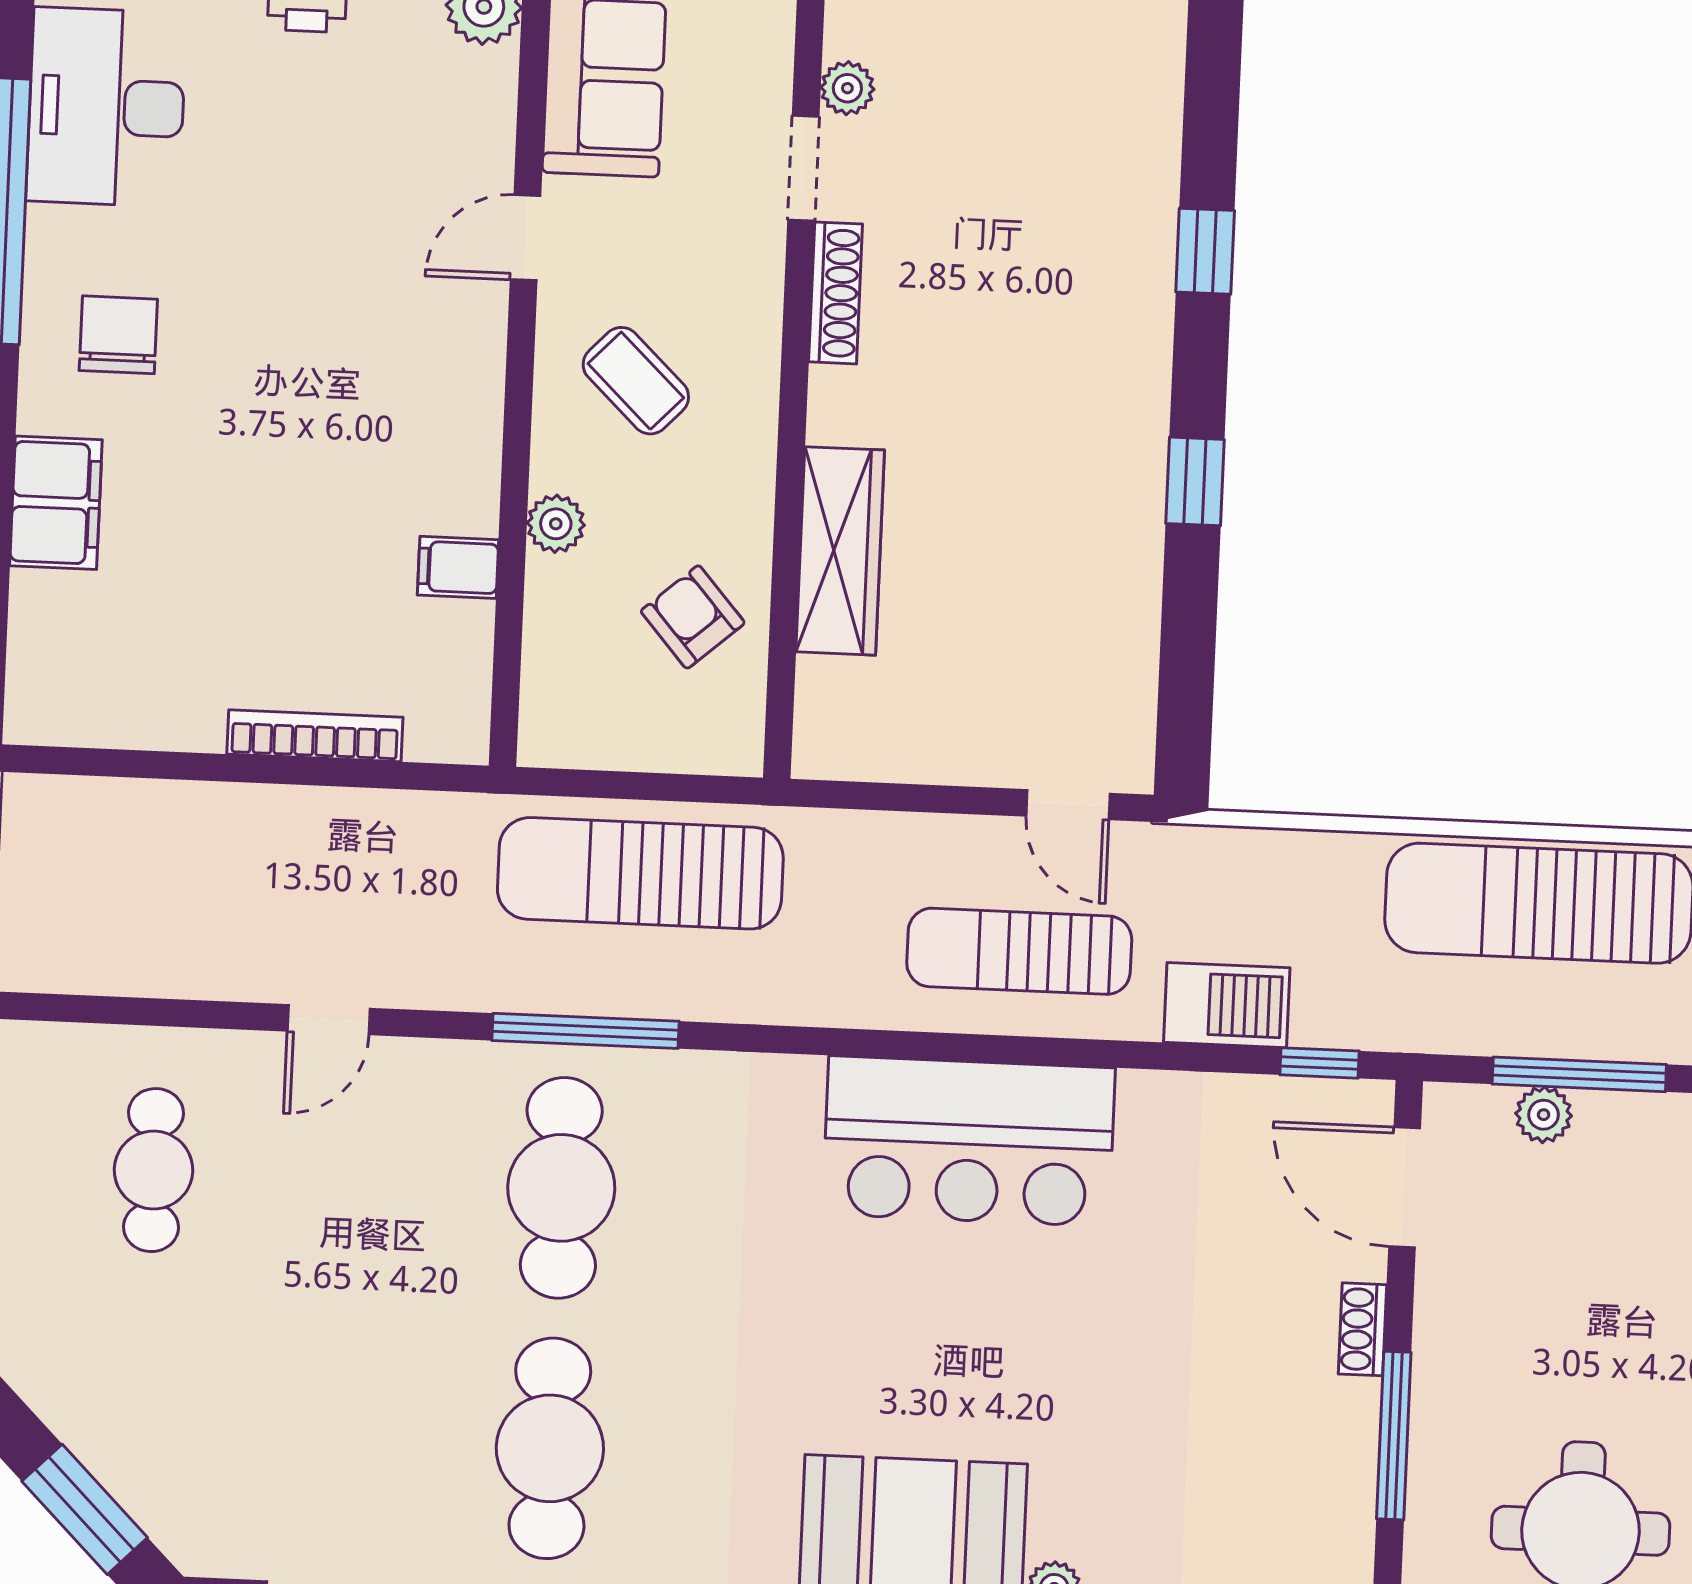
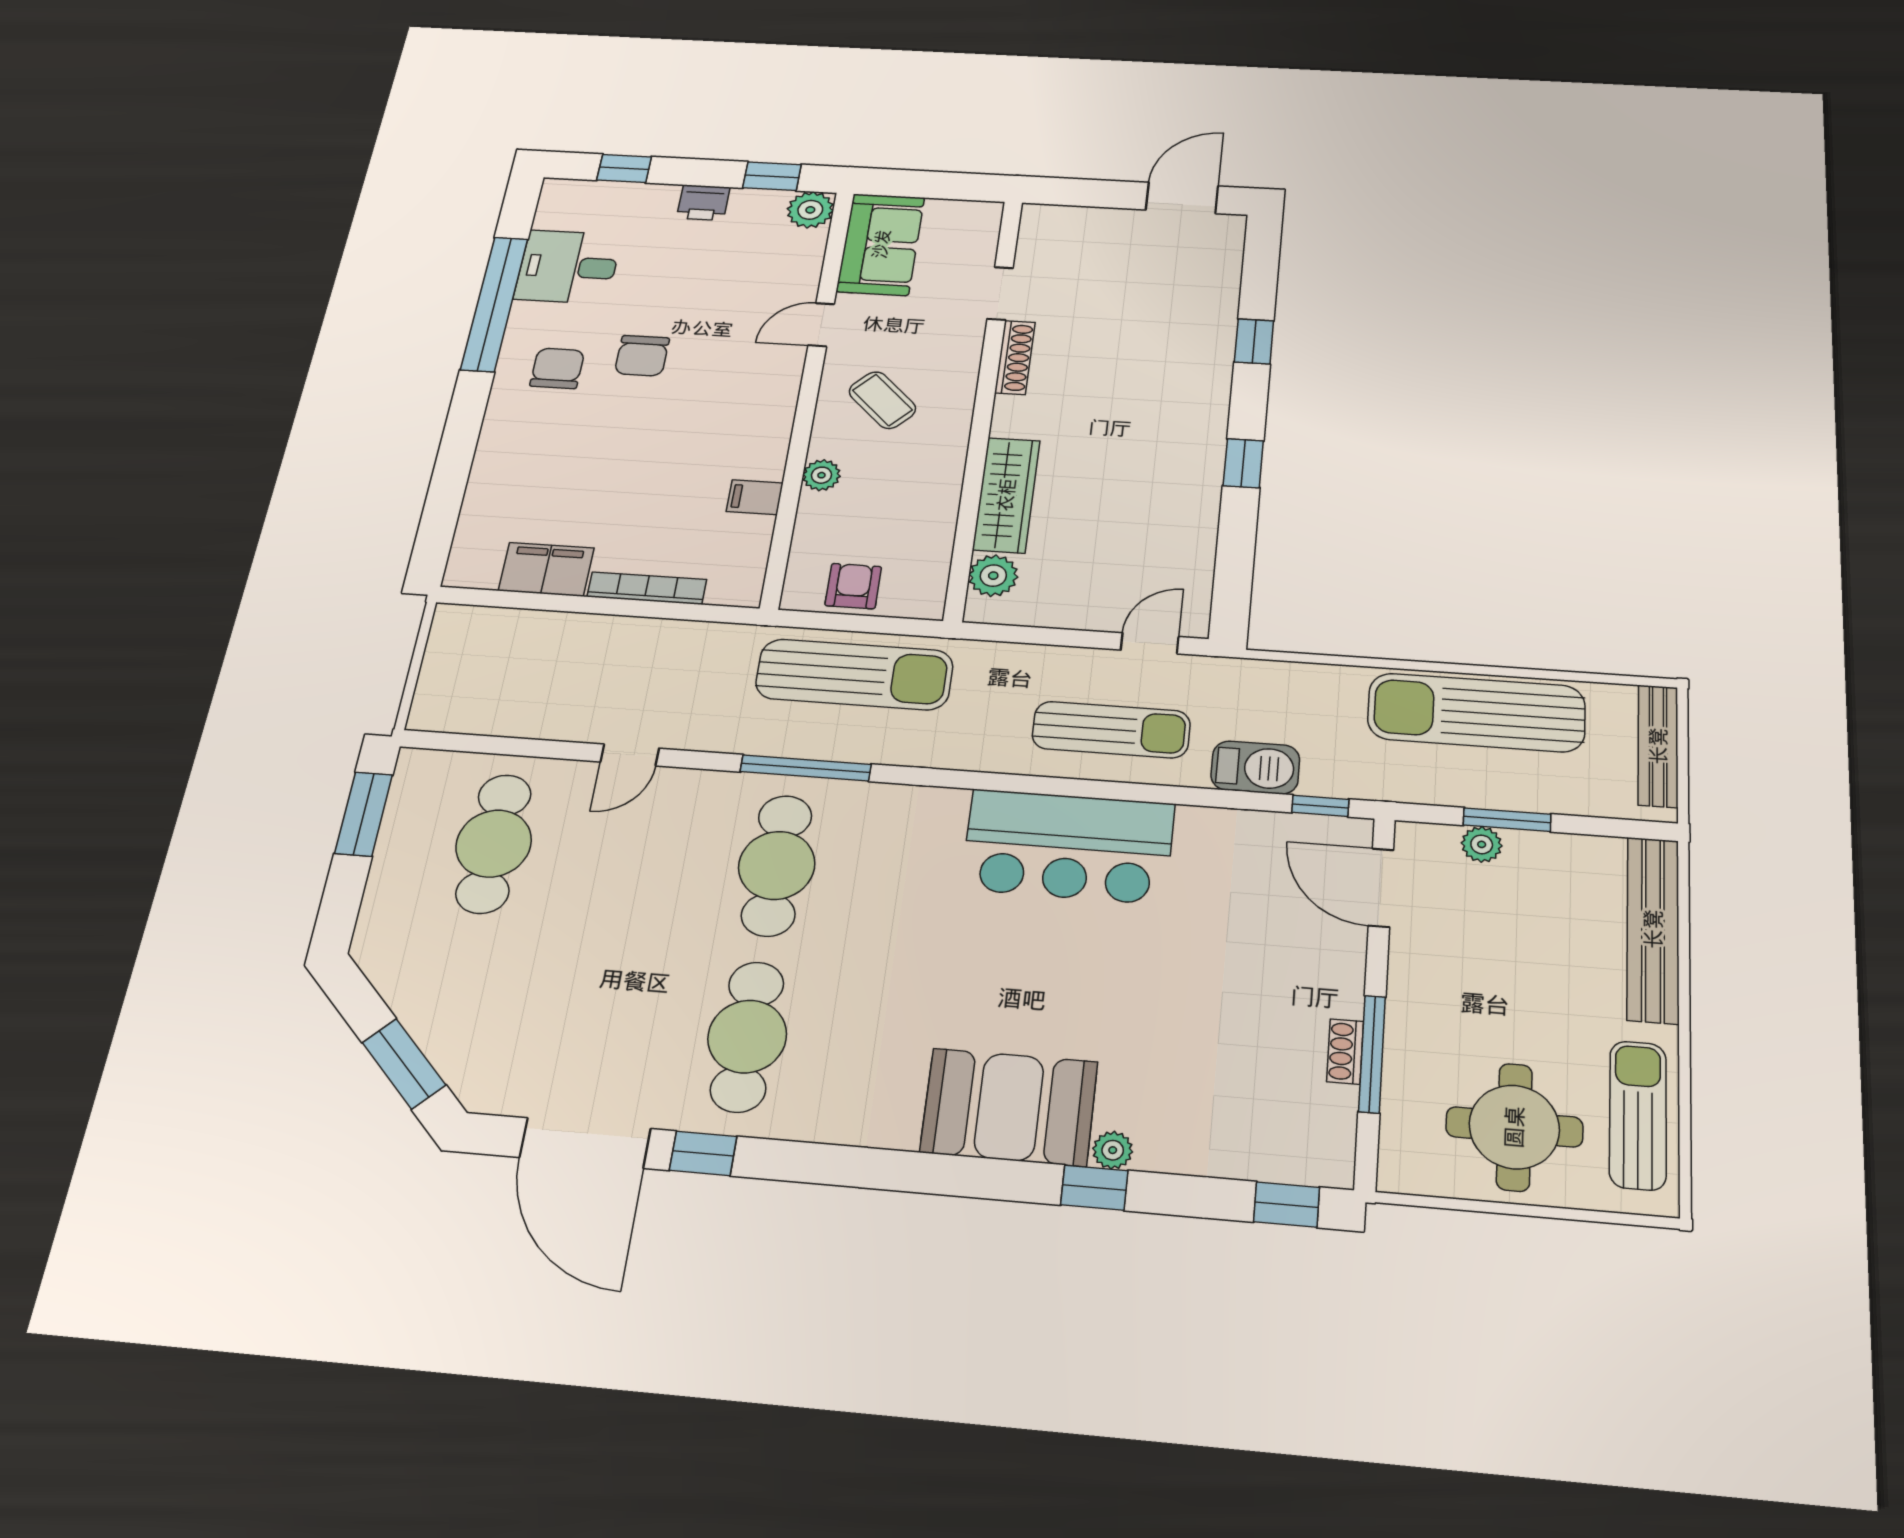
plant: (847, 88) -> (993, 576), moved, width x1.38, depth x1.38
desk: (106, 107) -> (568, 267), width x0.73
chair: (249, 307) -> (642, 356), added
filing cabinet: (56, 503) -> (546, 569), moved, turned -90
armchair: (693, 617) -> (853, 586), moved, turned 41
door: (1068, 805) -> (1150, 643), swing flipped
sun lounger: (640, 873) -> (854, 674), turned 180
sun lounger: (1019, 951) -> (1111, 730), turned 180
window: (1579, 1074) -> (1507, 820), width x0.69
cafe table: (153, 1170) -> (494, 844), width x1.37, depth x1.35
shoe rack: (1362, 1329) -> (1345, 1051), moved

